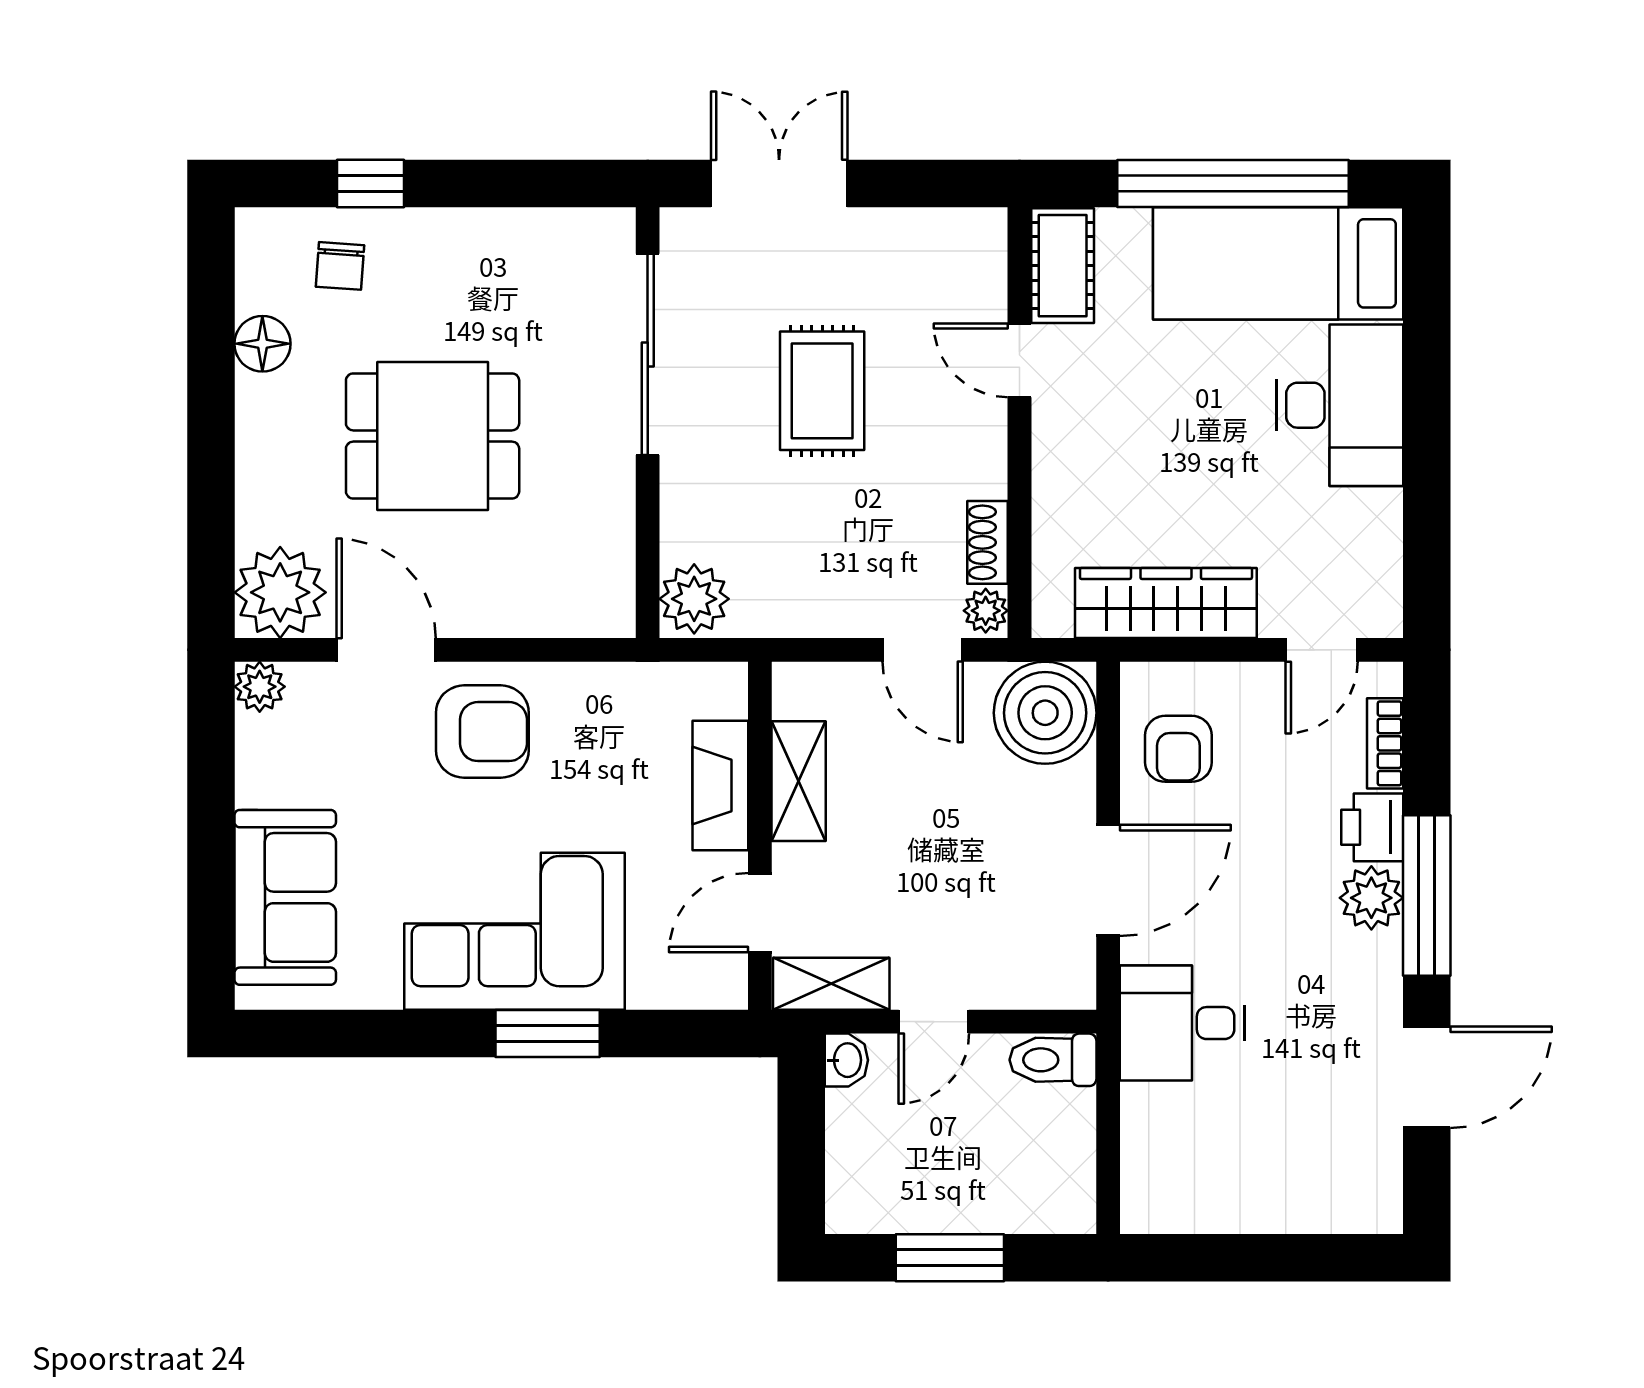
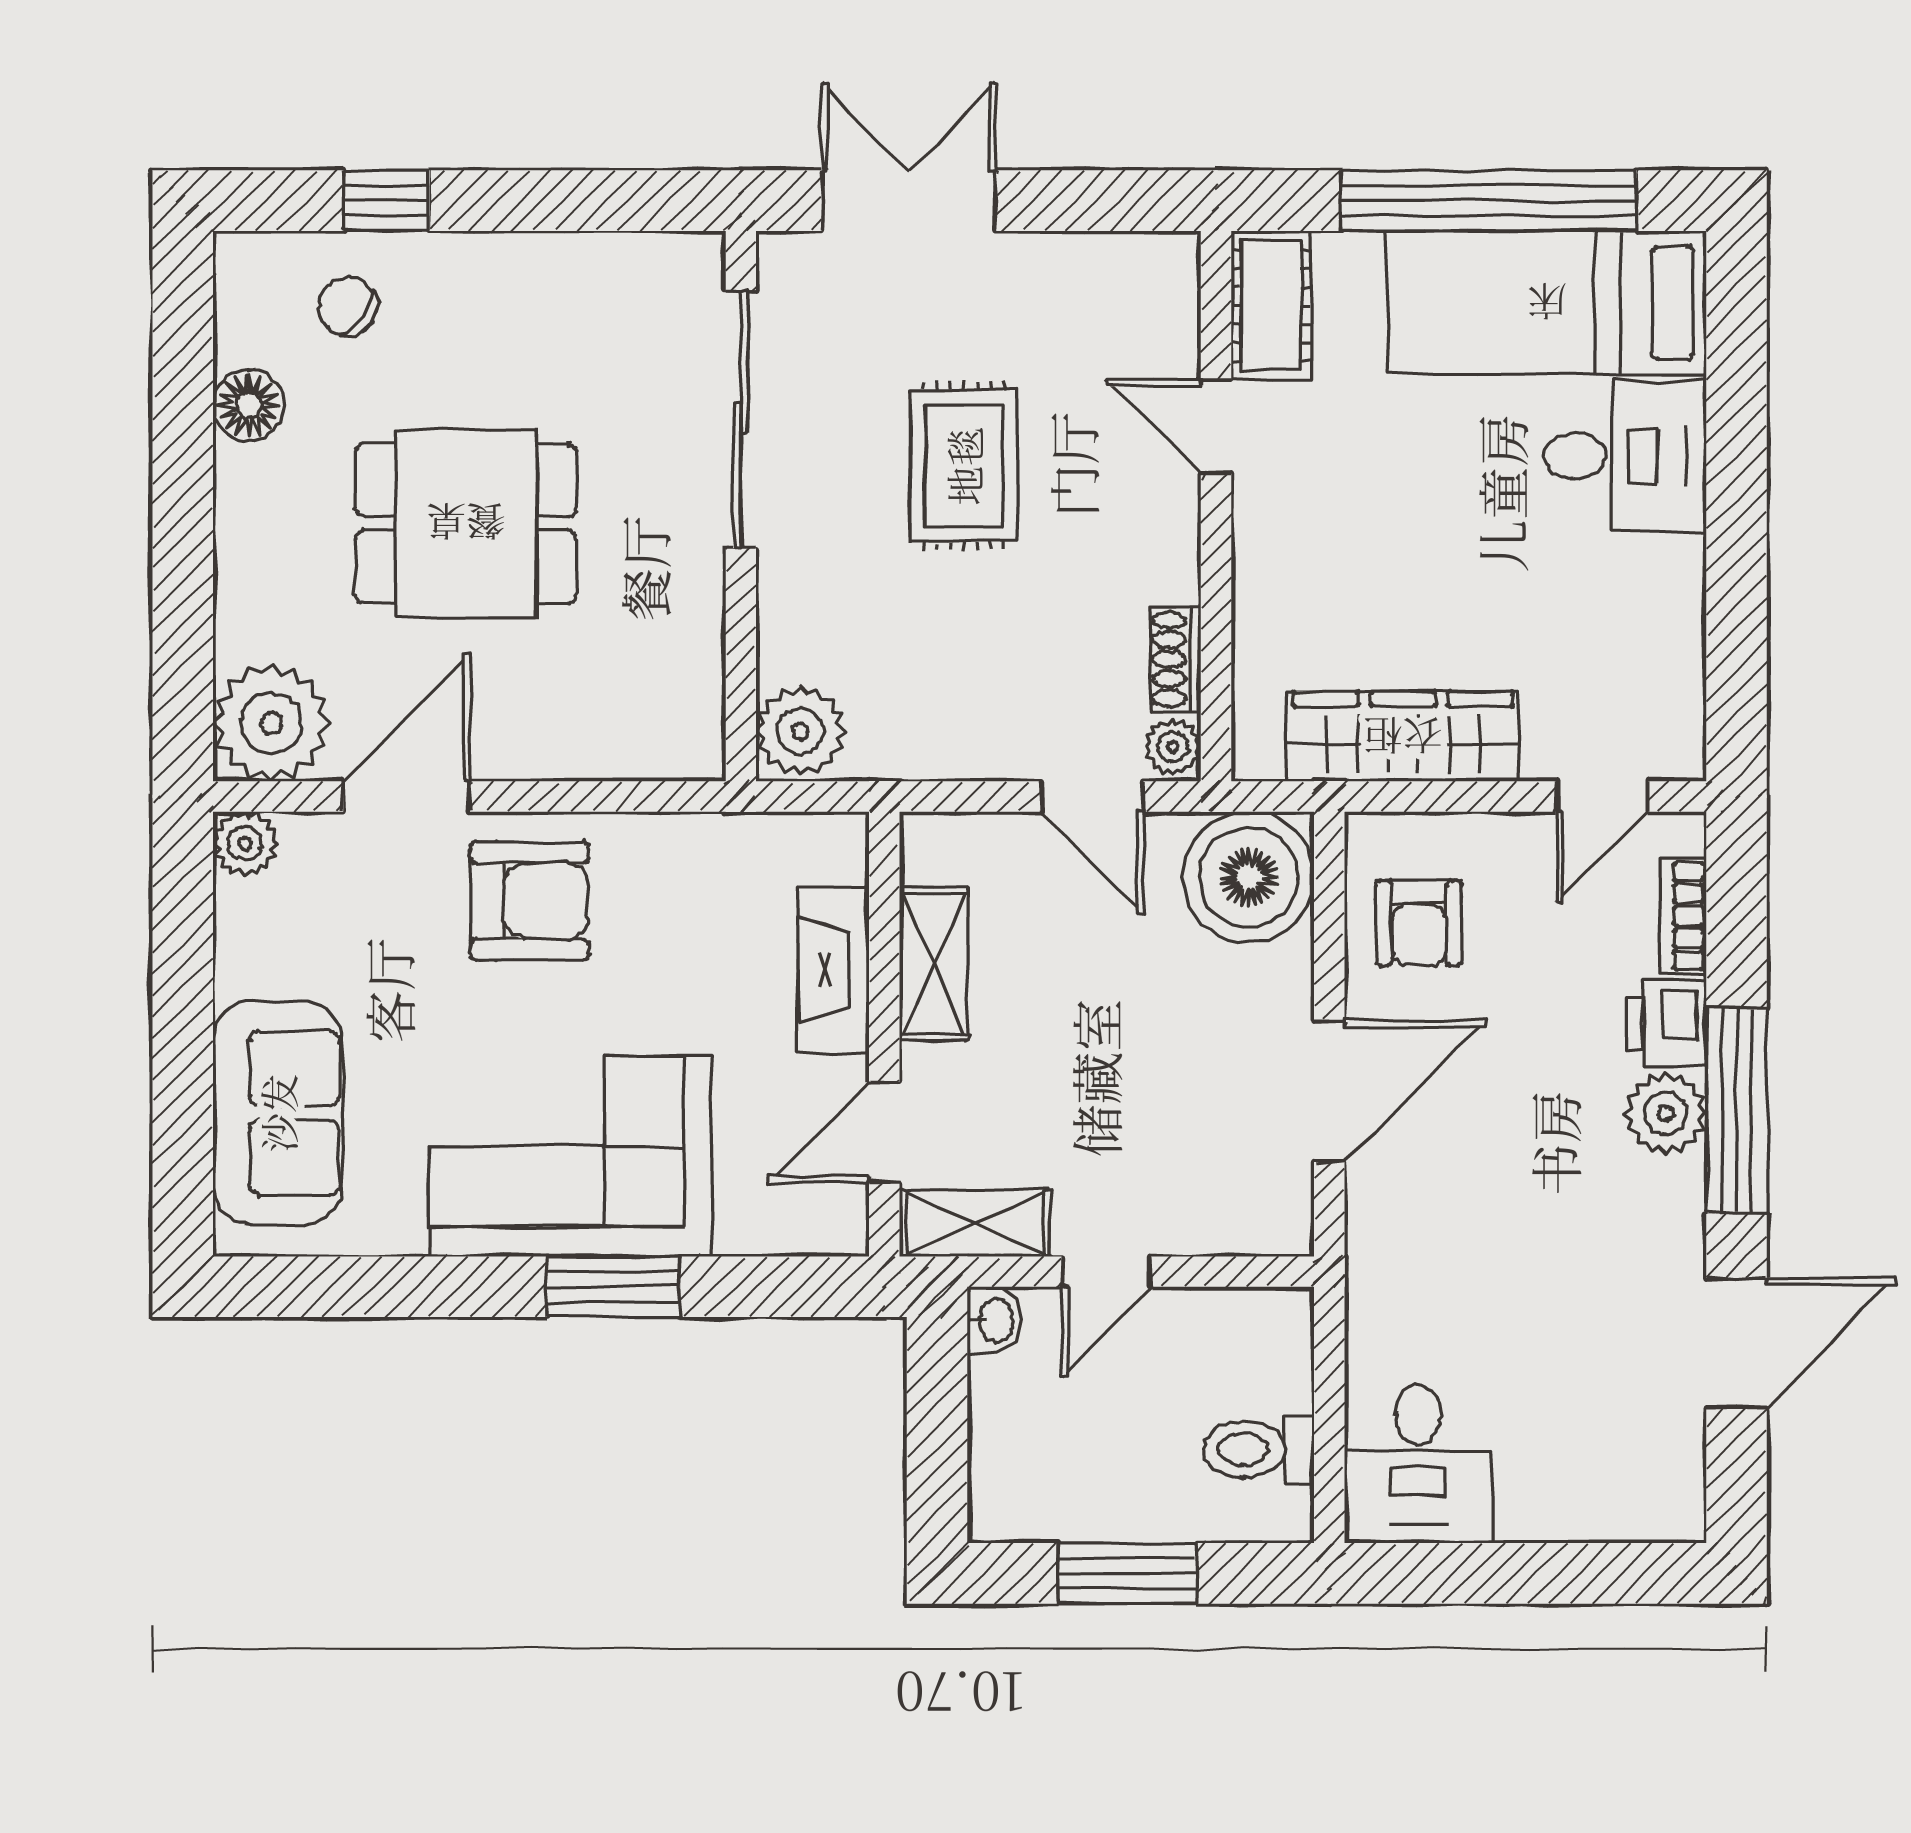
chair: (340, 266) -> (348, 306), turned 121
desk: (1340, 405) -> (1625, 456), width x0.73
door: (386, 650) -> (407, 796), hinge flipped
desk: (1182, 1023) -> (1418, 1464), moved, turned -90
toilet: (1053, 1060) -> (1259, 1449), moved

